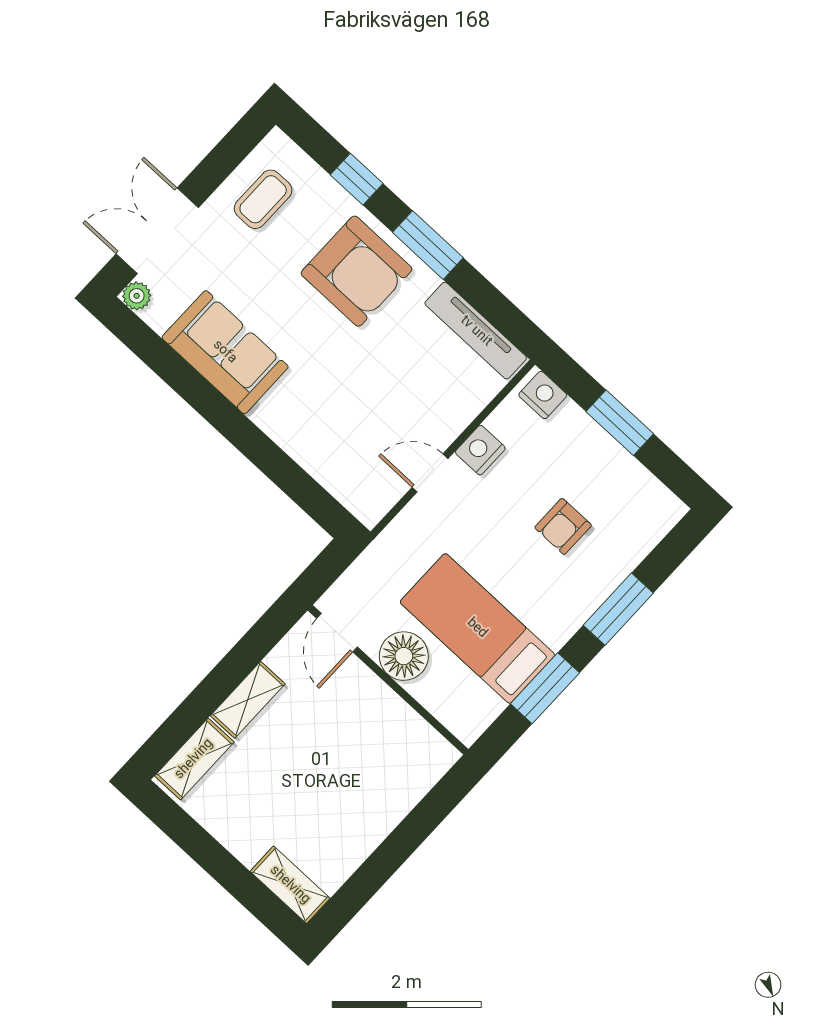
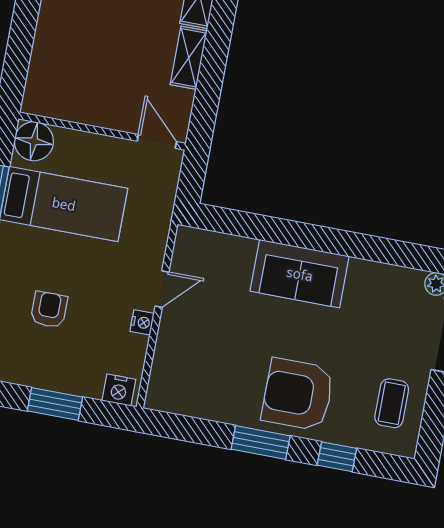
tv unit: (476, 331) -> (192, 405), removed
sofa: (225, 352) -> (300, 274), moved
nightstand: (480, 450) -> (142, 322), width x0.72, depth x0.74
floor lamp: (404, 656) -> (34, 141), moved

